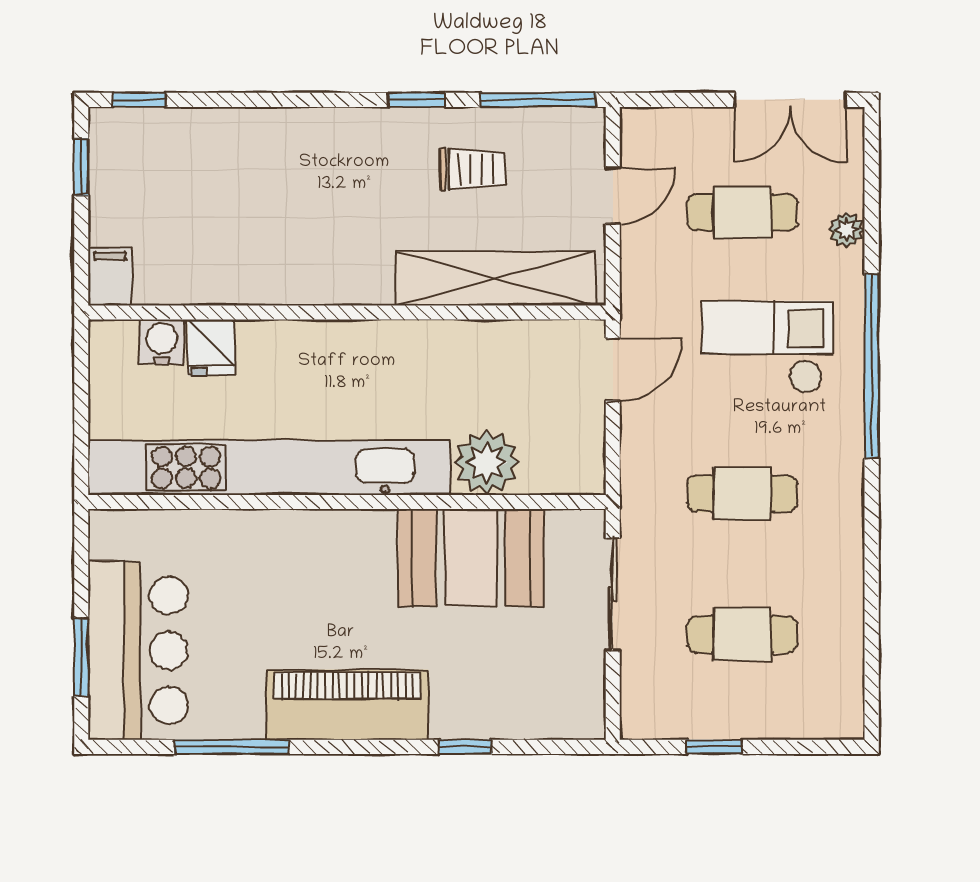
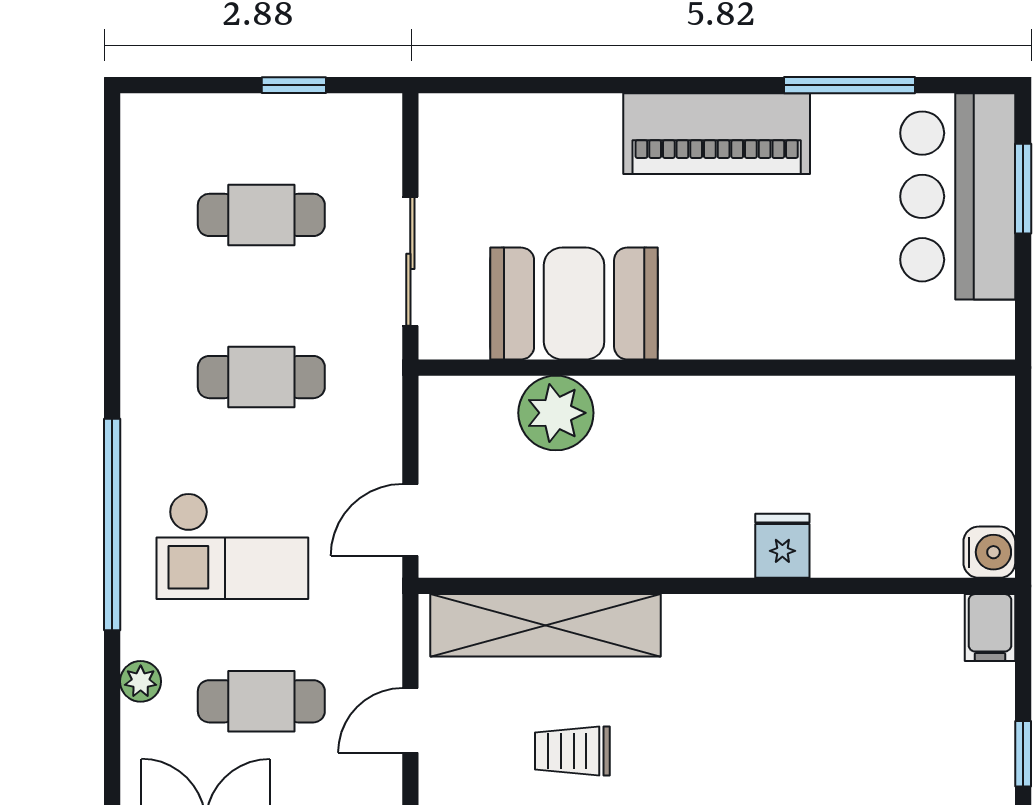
water cooler: (162, 342) -> (989, 552), moved, turned -90
fridge: (211, 347) -> (782, 546), moved
kitchen unit: (269, 468) -> (806, 407), removed
window: (465, 747) -> (581, 85), removed

